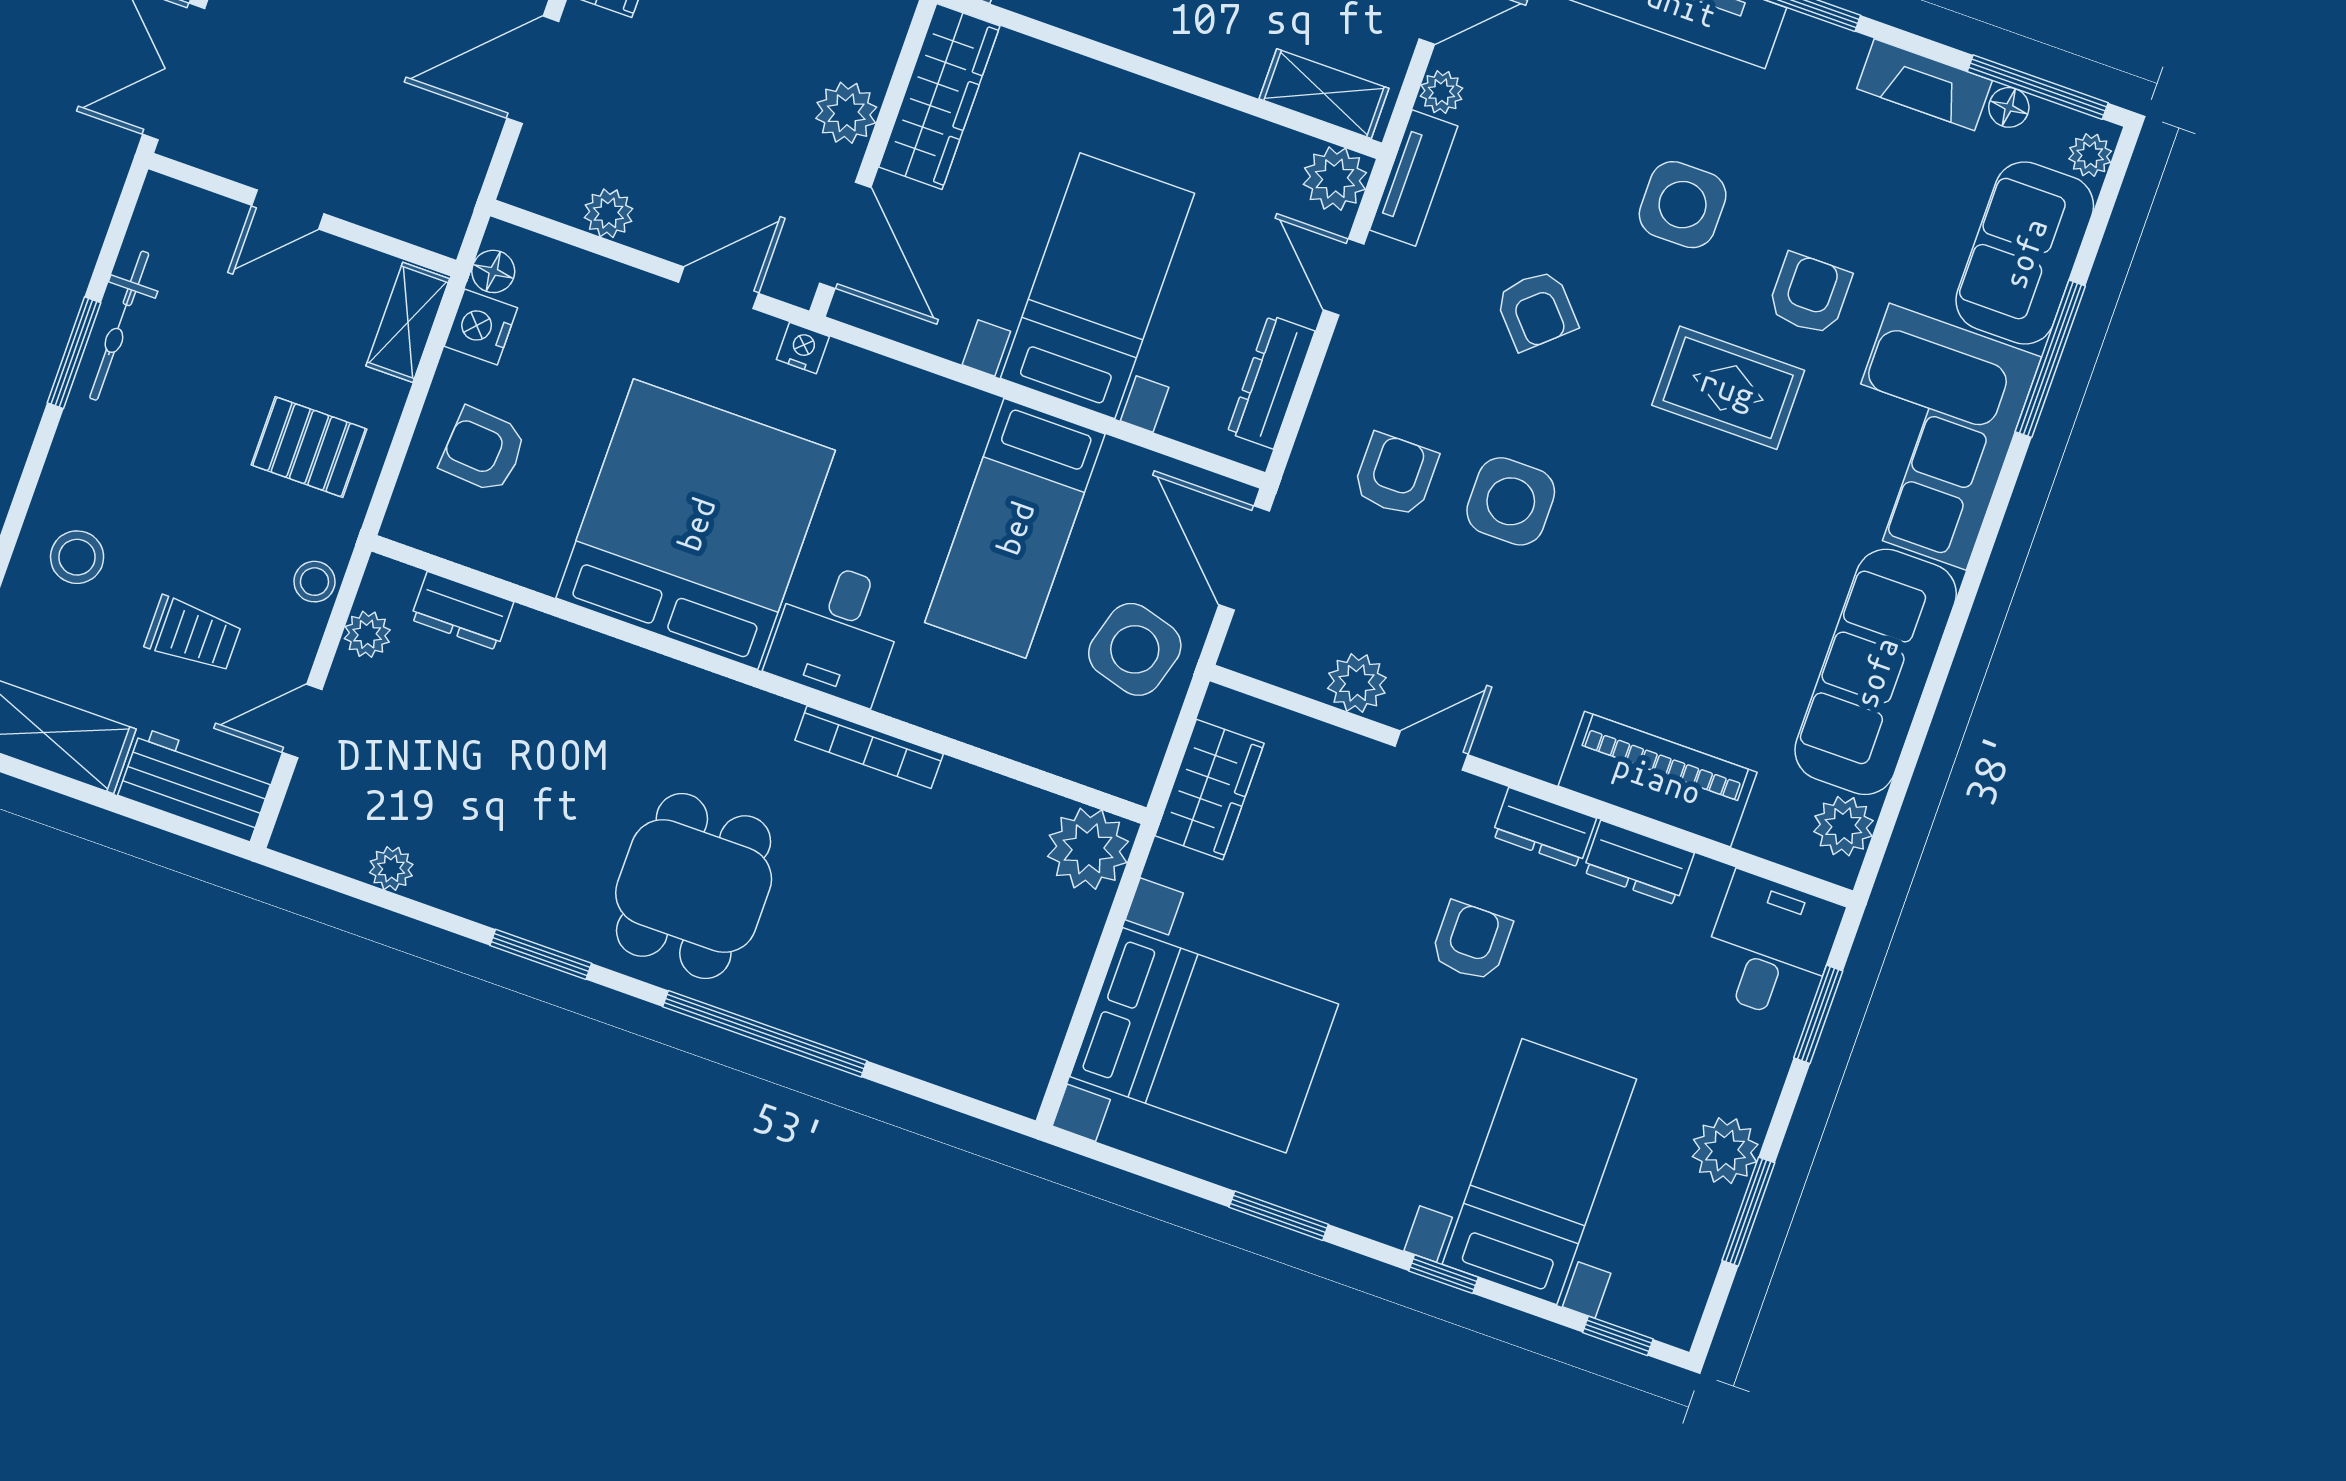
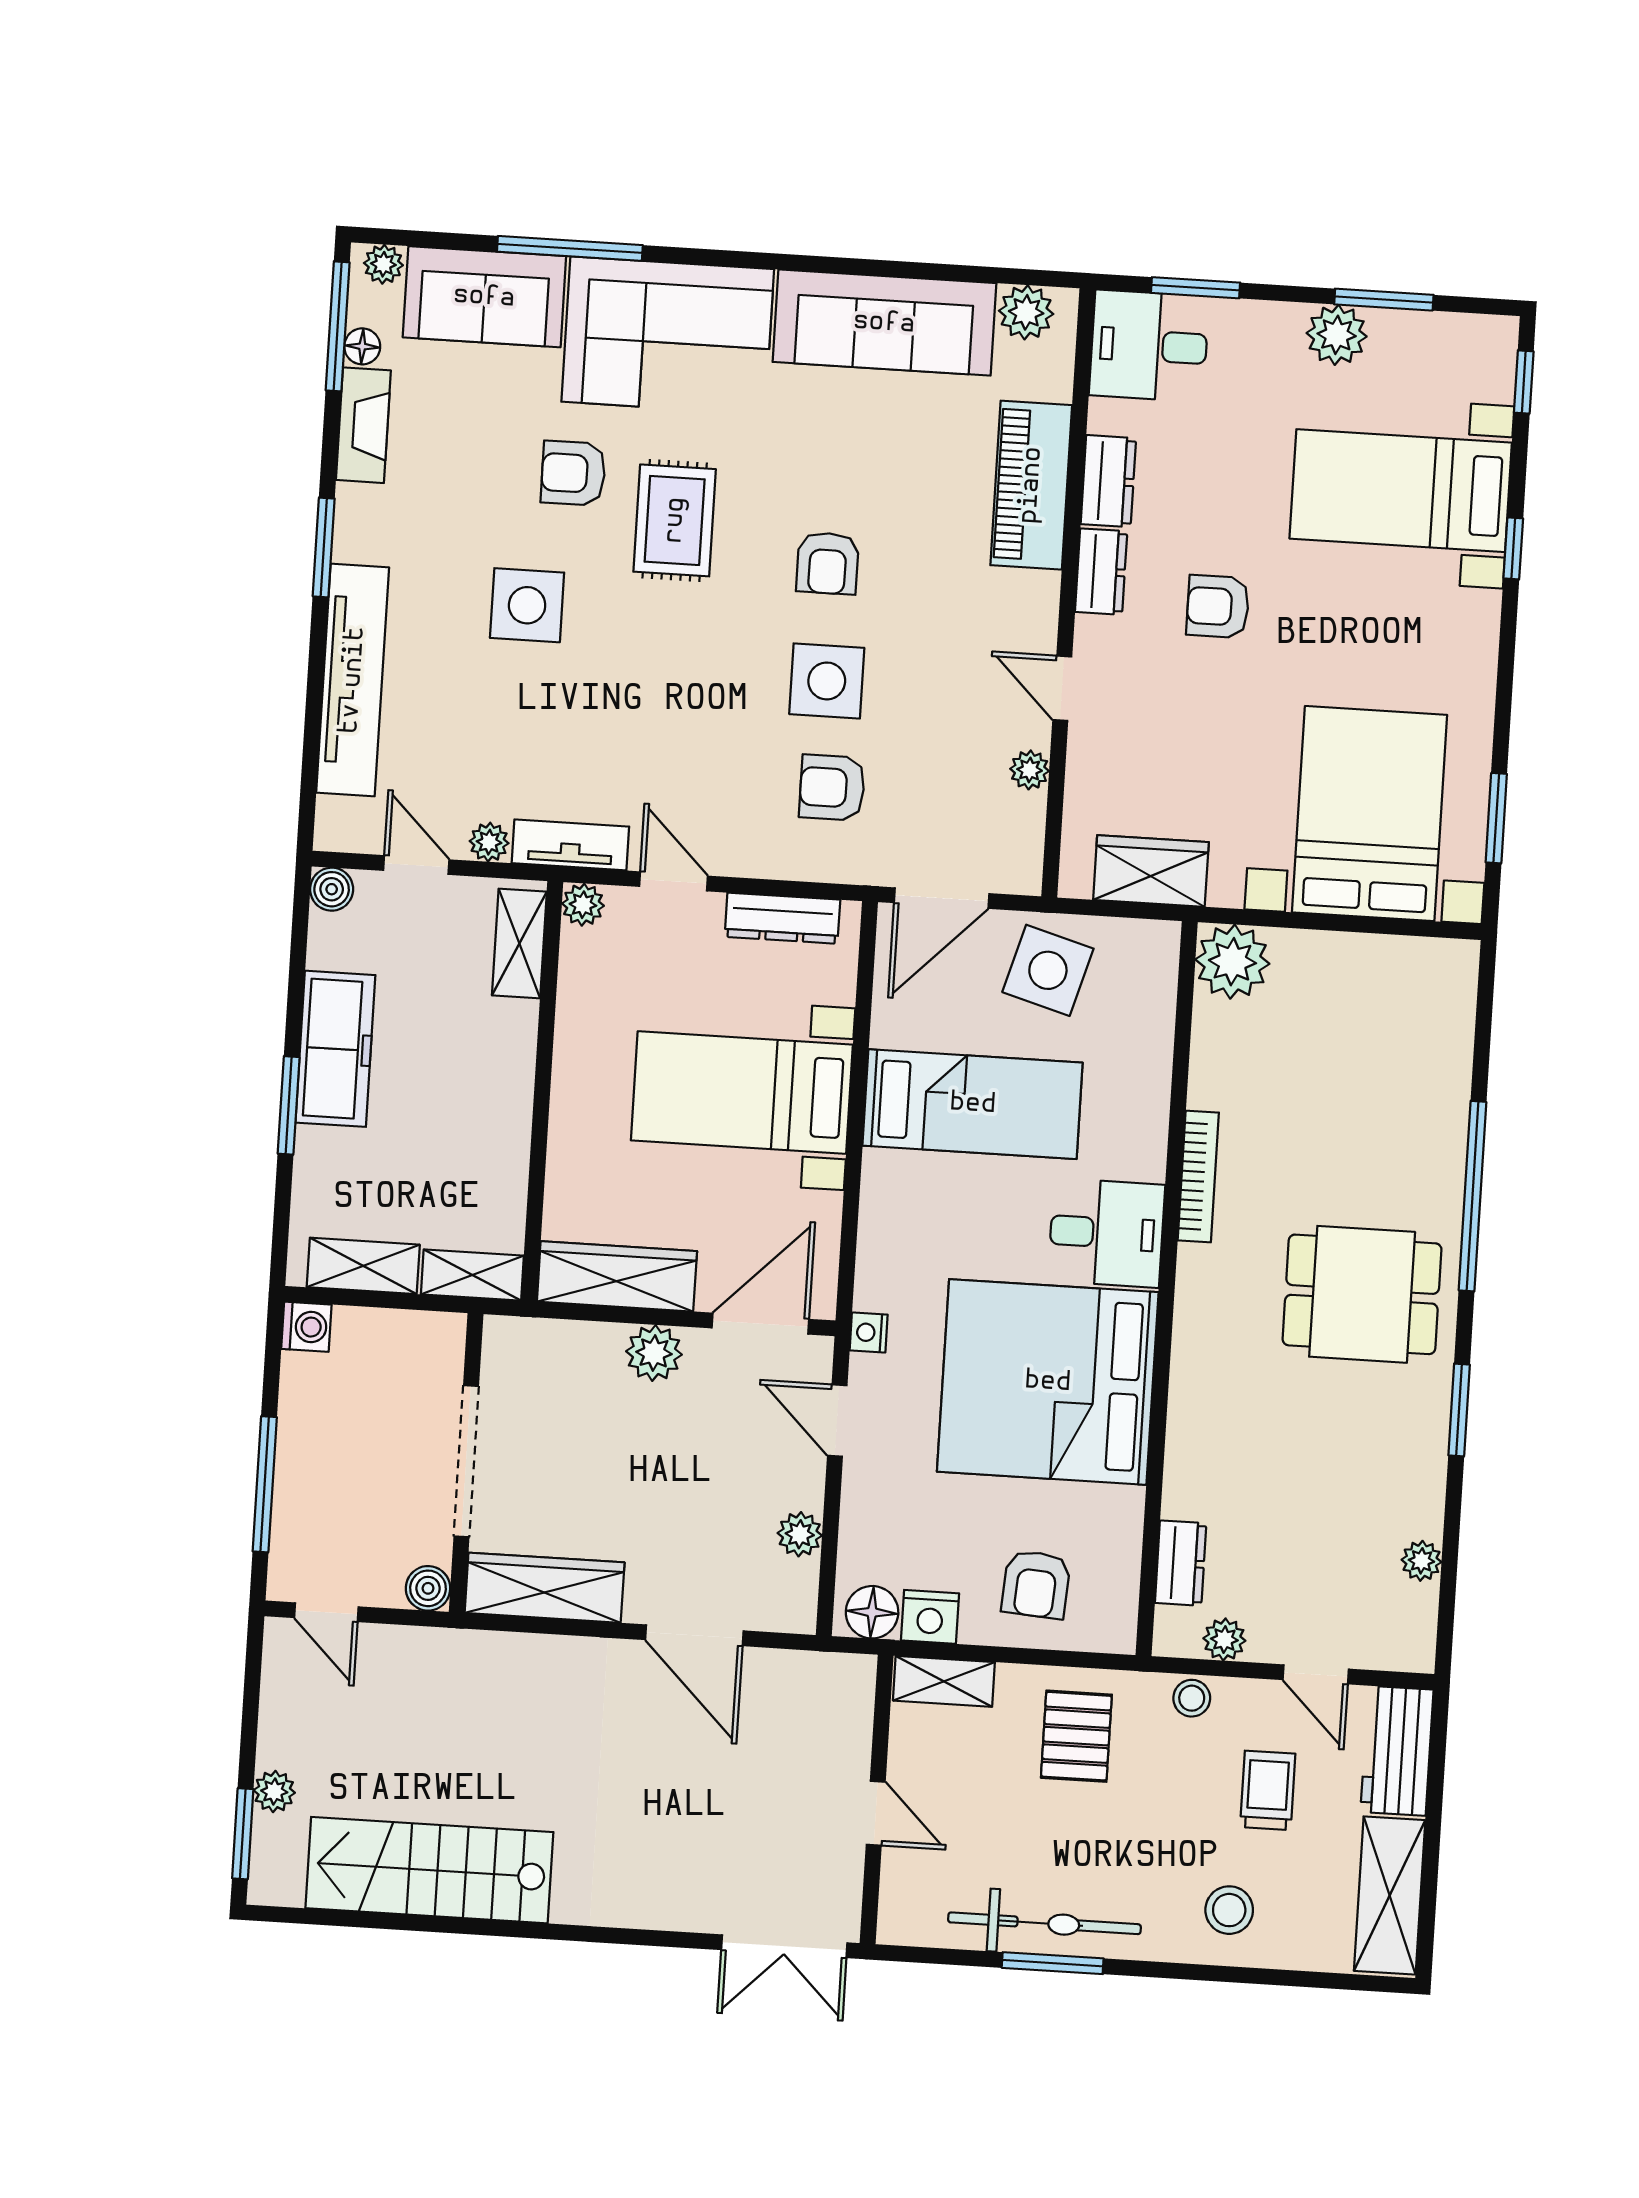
plant: (1335, 179) -> (583, 905), width x0.73, depth x0.73
floor lamp: (493, 271) -> (872, 1612), width x1.37, depth x1.37
door: (1344, 277) -> (674, 881), swing flipped
armchair: (1536, 310) -> (828, 563), moved, turned 132
bicycle: (119, 326) -> (1044, 1923), width x1.37, depth x1.40
plant: (1357, 683) -> (1030, 770), width x0.73, depth x0.73
window: (1279, 1216) -> (1496, 818), moved

